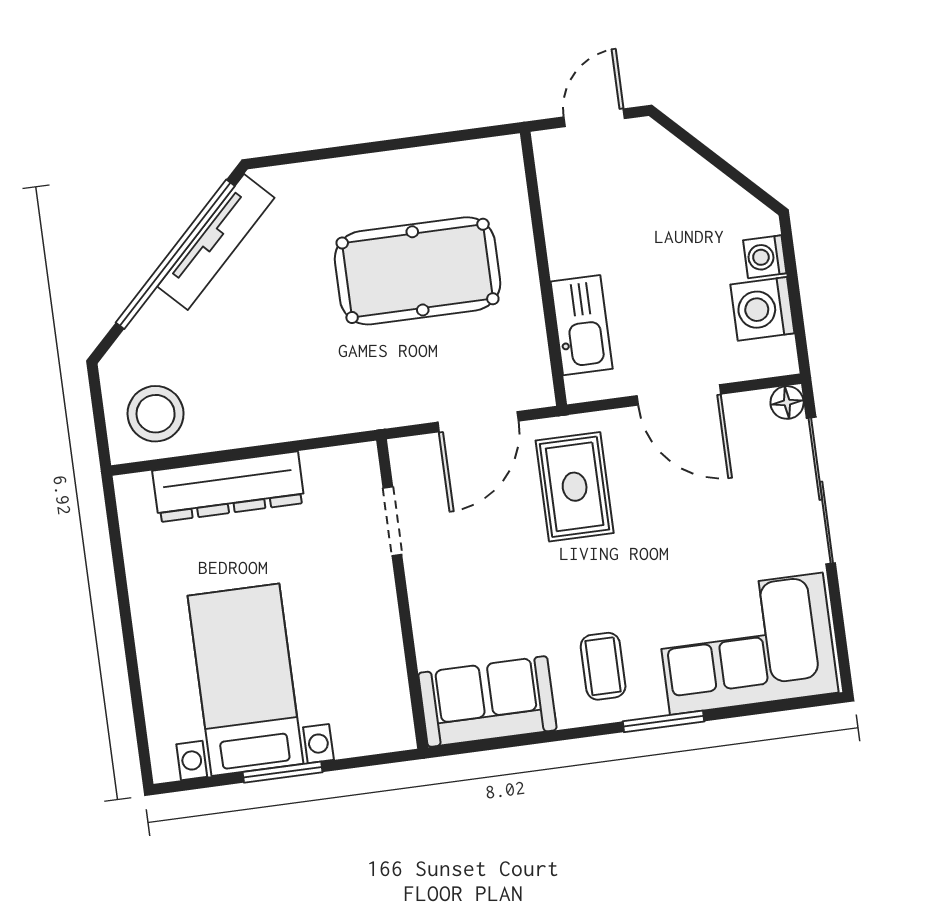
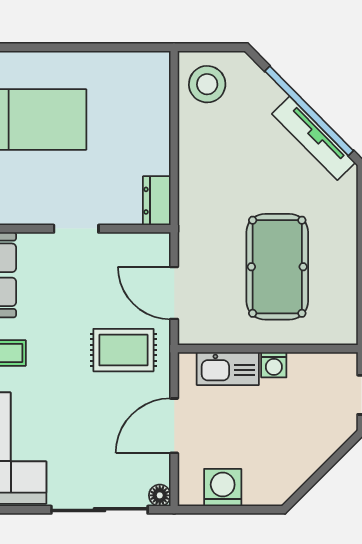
washing machine: (765, 257) -> (274, 365), moved, turned 180
dresser: (228, 487) -> (157, 201), moved, width x0.51, depth x0.80
doorway: (392, 521) -> (76, 229), moved

